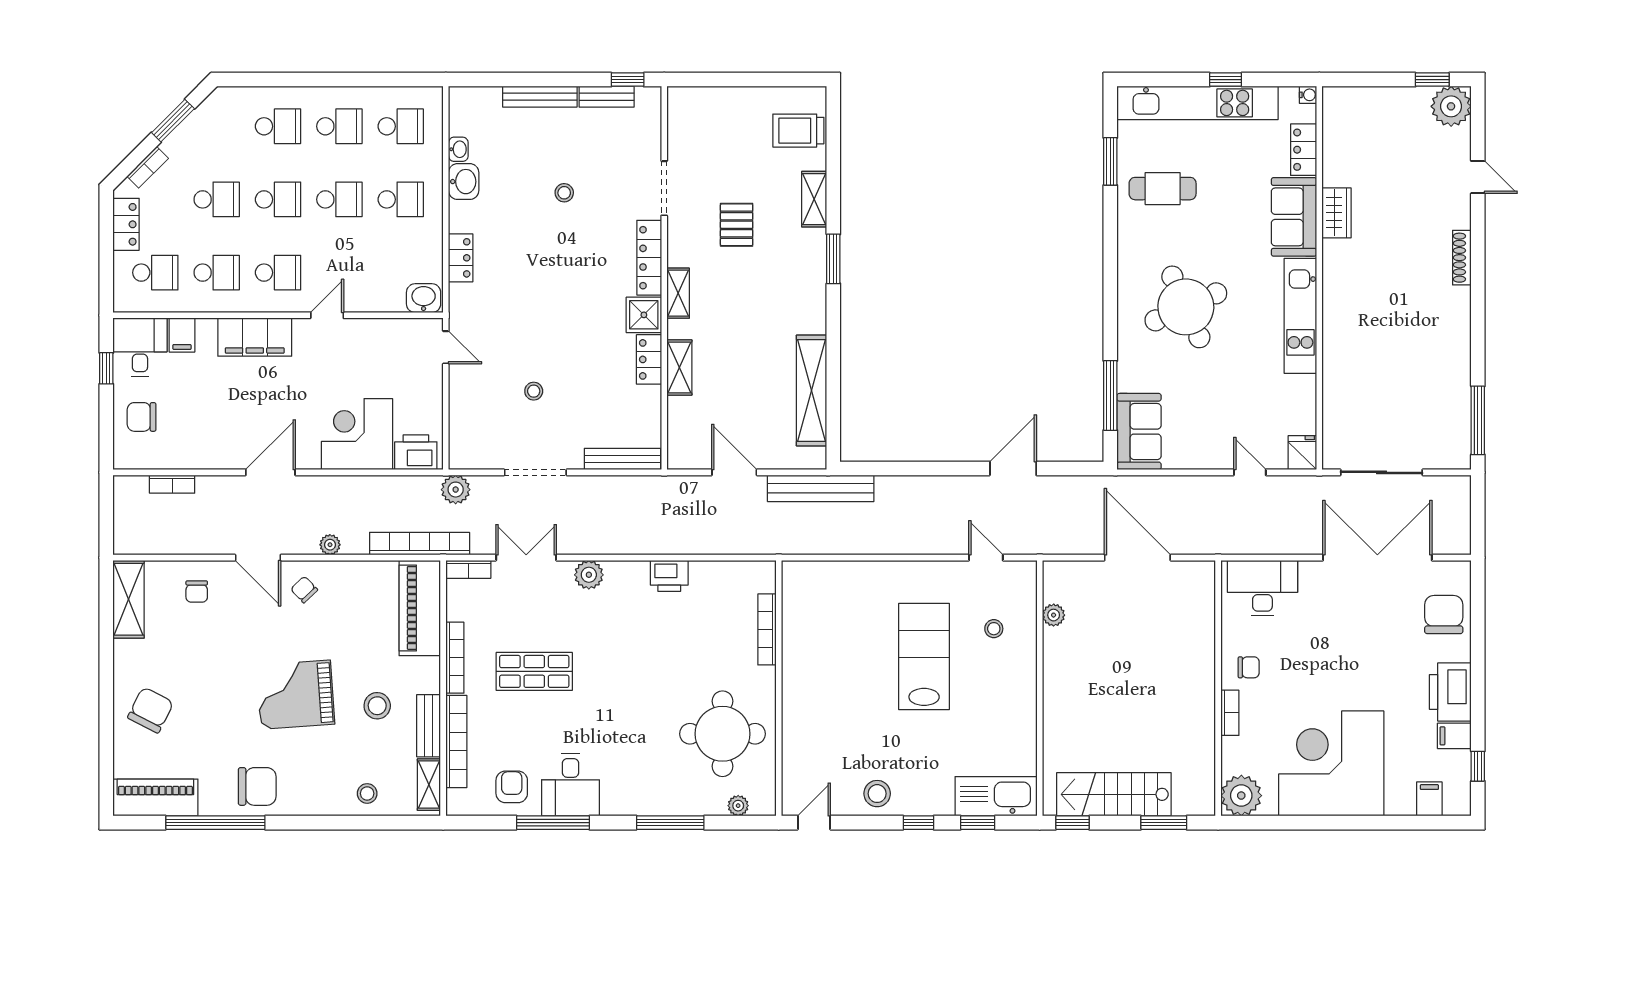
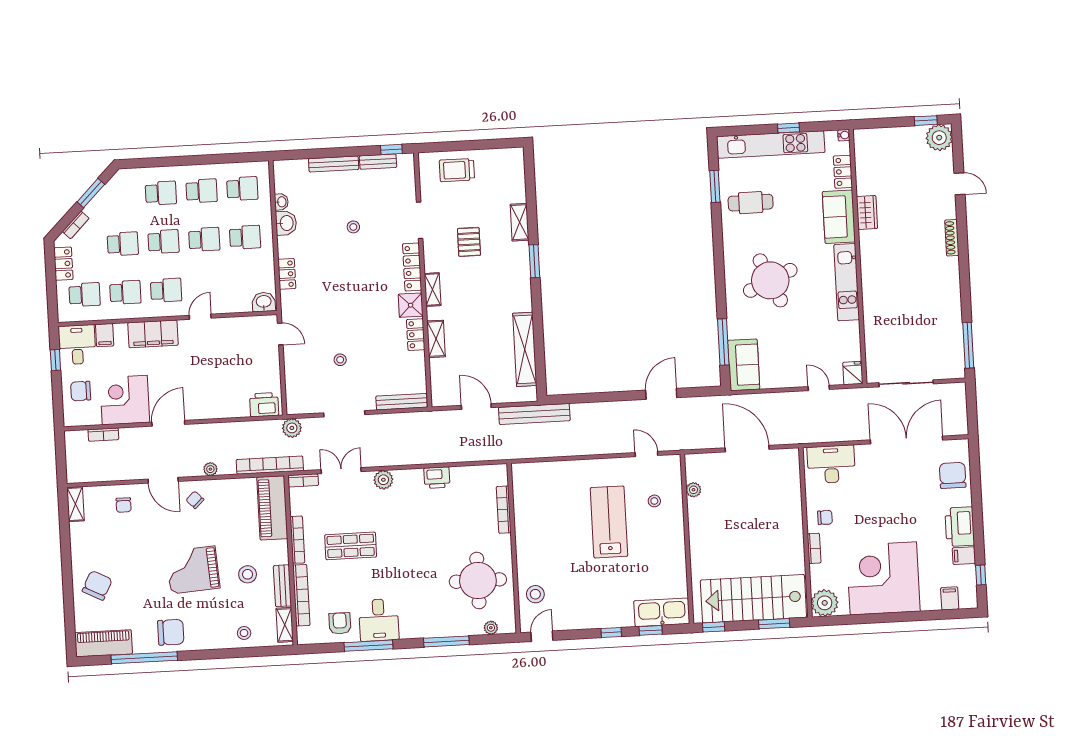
trolley: (798, 131) -> (457, 170), moved
corner desk: (357, 434) -> (125, 400), moved
shelving: (128, 599) -> (75, 504), width x0.67, depth x0.75
stool: (877, 794) -> (535, 594), moved
stairs: (1114, 794) -> (753, 599), width x1.36, depth x1.51

